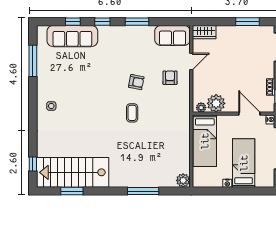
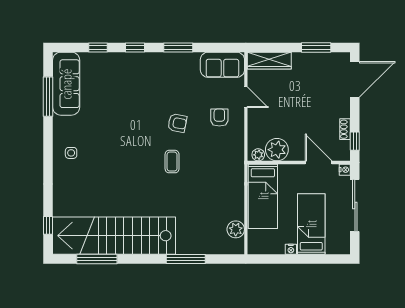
wardrobe: (204, 32) -> (269, 61), width x1.50
sofa: (72, 36) -> (66, 84), moved, turned -90
door: (191, 61) -> (246, 97), hinge flipped
stairs: (73, 172) -> (114, 236), width x1.36
plant: (183, 180) -> (236, 229), moved
window: (72, 191) -> (97, 259), width x1.44

